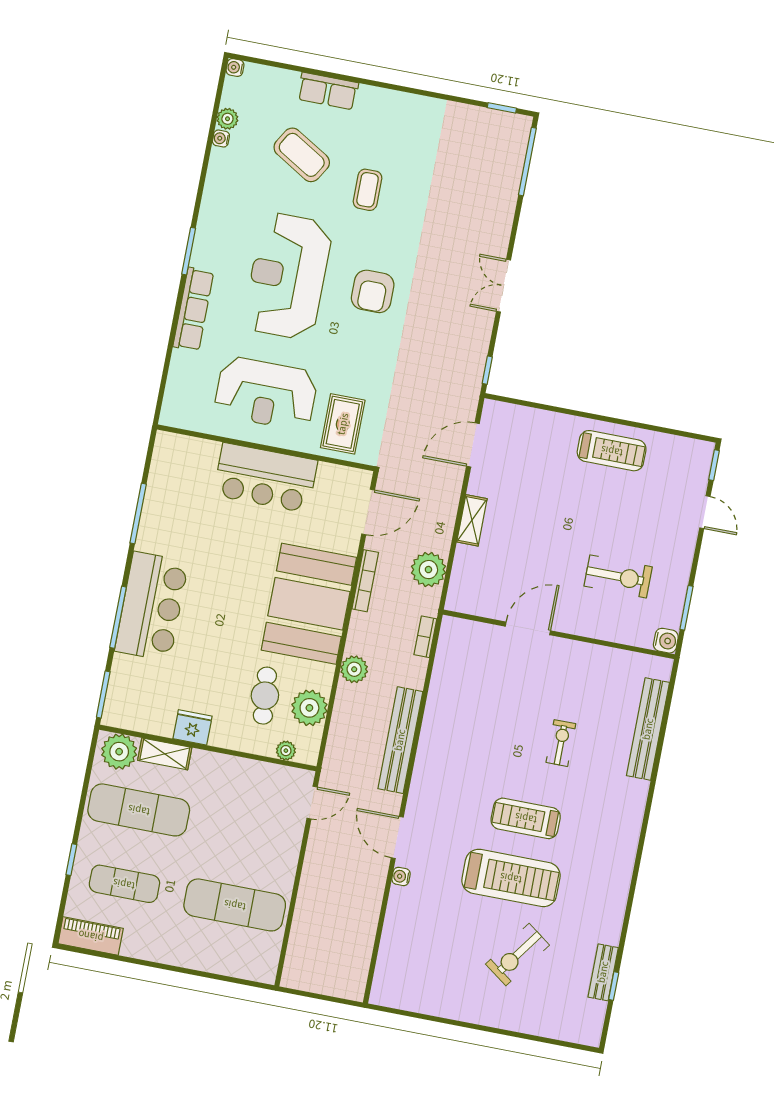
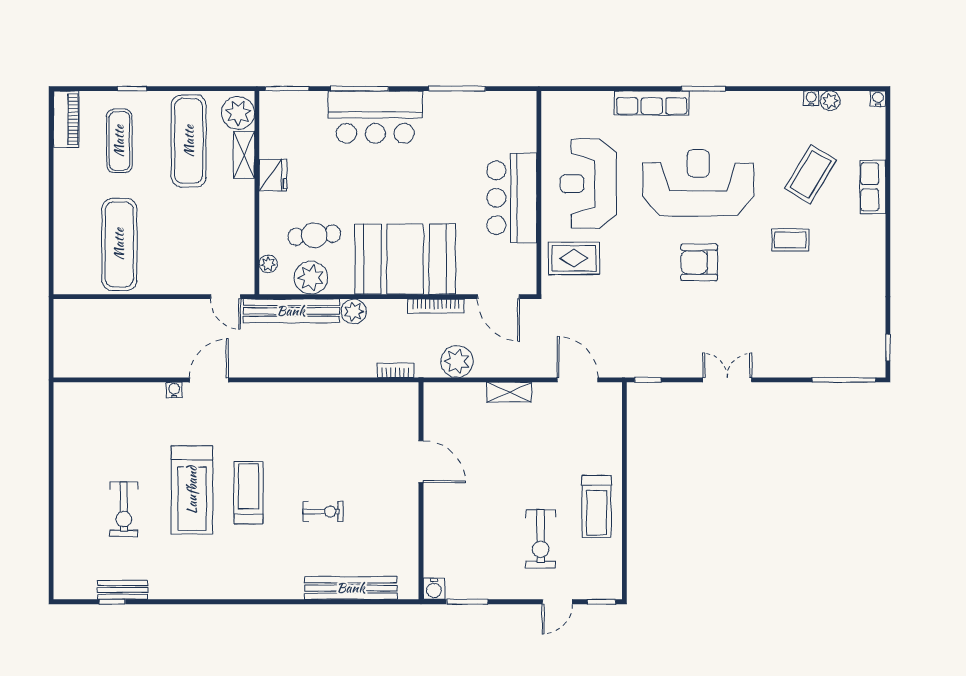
exercise bike: (618, 576) -> (541, 539), moved
bench: (400, 740) -> (291, 311), moved
exercise bike: (517, 955) -> (124, 509), turned -126

